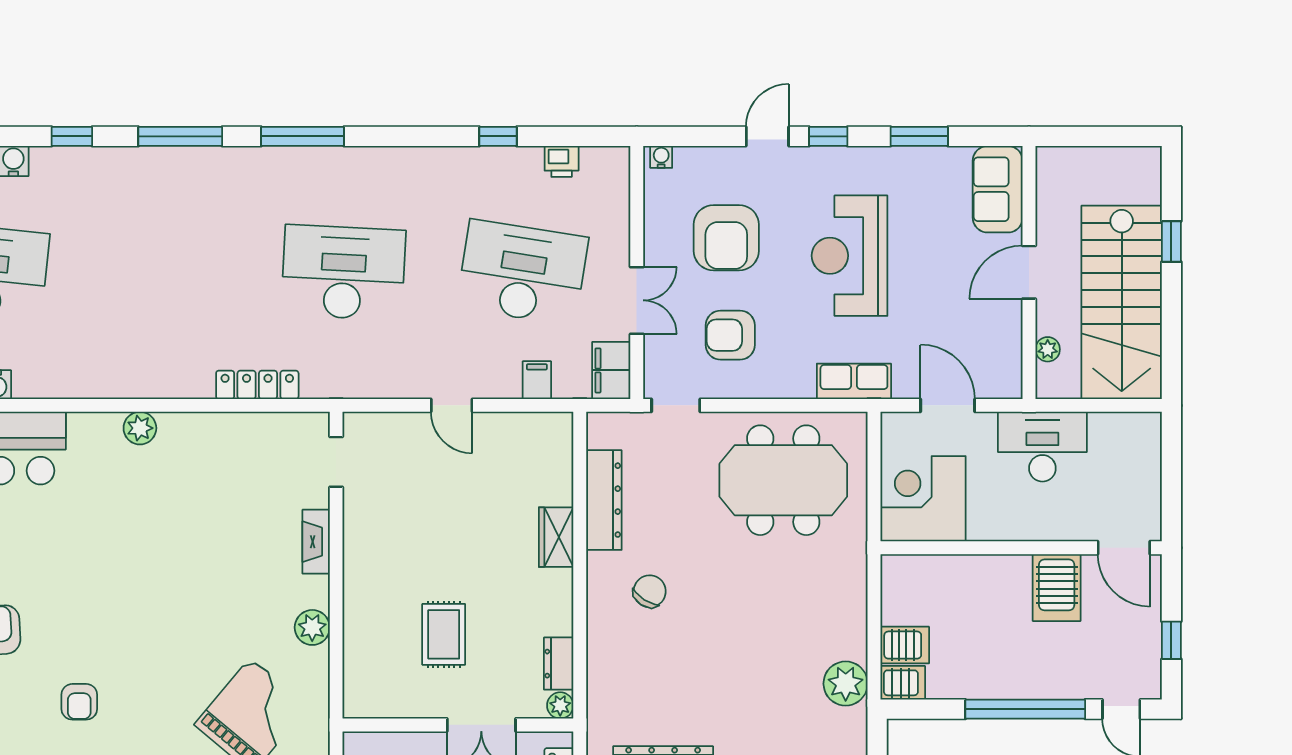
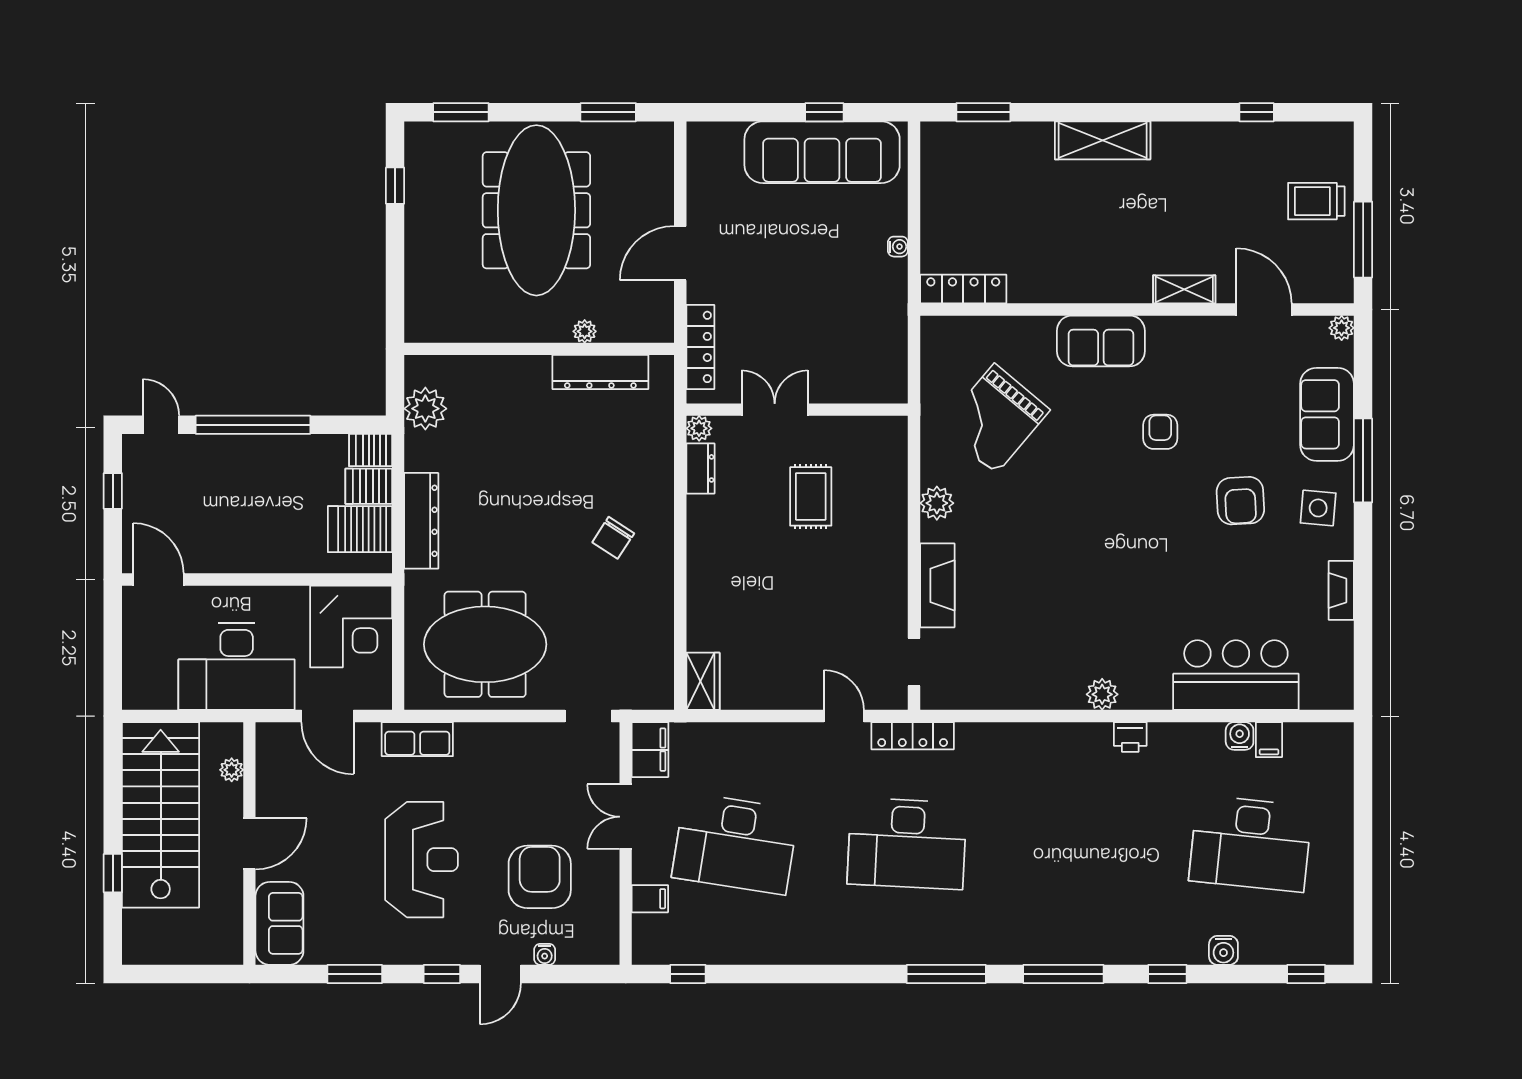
window: (498, 136) -> (688, 974), moved
water cooler: (661, 157) -> (545, 954), moved
printer: (562, 161) -> (1130, 737), moved, turned 180
armchair: (730, 335) -> (536, 783), removed
filing cabinet: (537, 380) -> (650, 899), moved, turned -90
locker: (257, 385) -> (913, 736), moved
door: (452, 405) -> (844, 716), moved
desk: (1042, 447) -> (237, 666), width x1.36, depth x1.30
dresser: (604, 500) -> (421, 521), moved, turned 180
wardrobe: (556, 537) -> (703, 681), moved
fireplace: (316, 542) -> (937, 585), width x1.37, depth x1.32
server rack: (1057, 588) -> (360, 529), moved, turned -90
plant: (846, 684) -> (425, 409), moved

